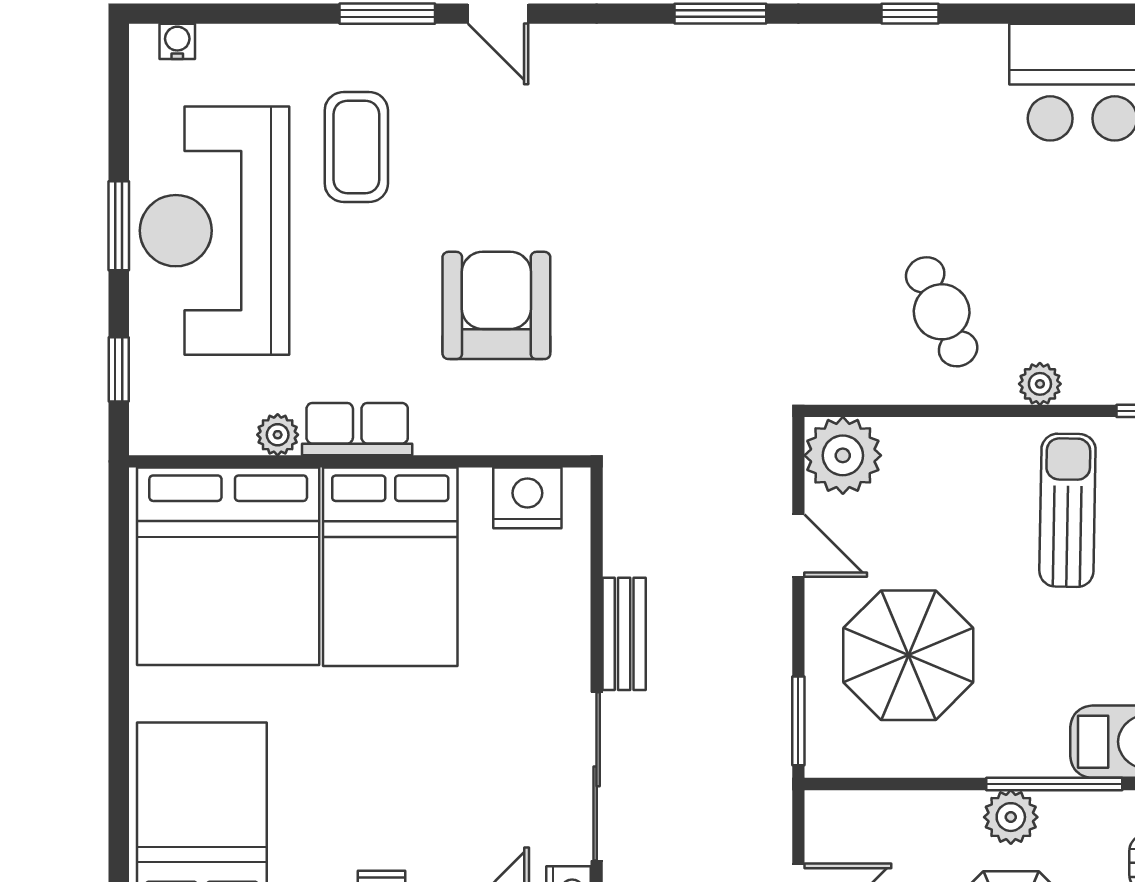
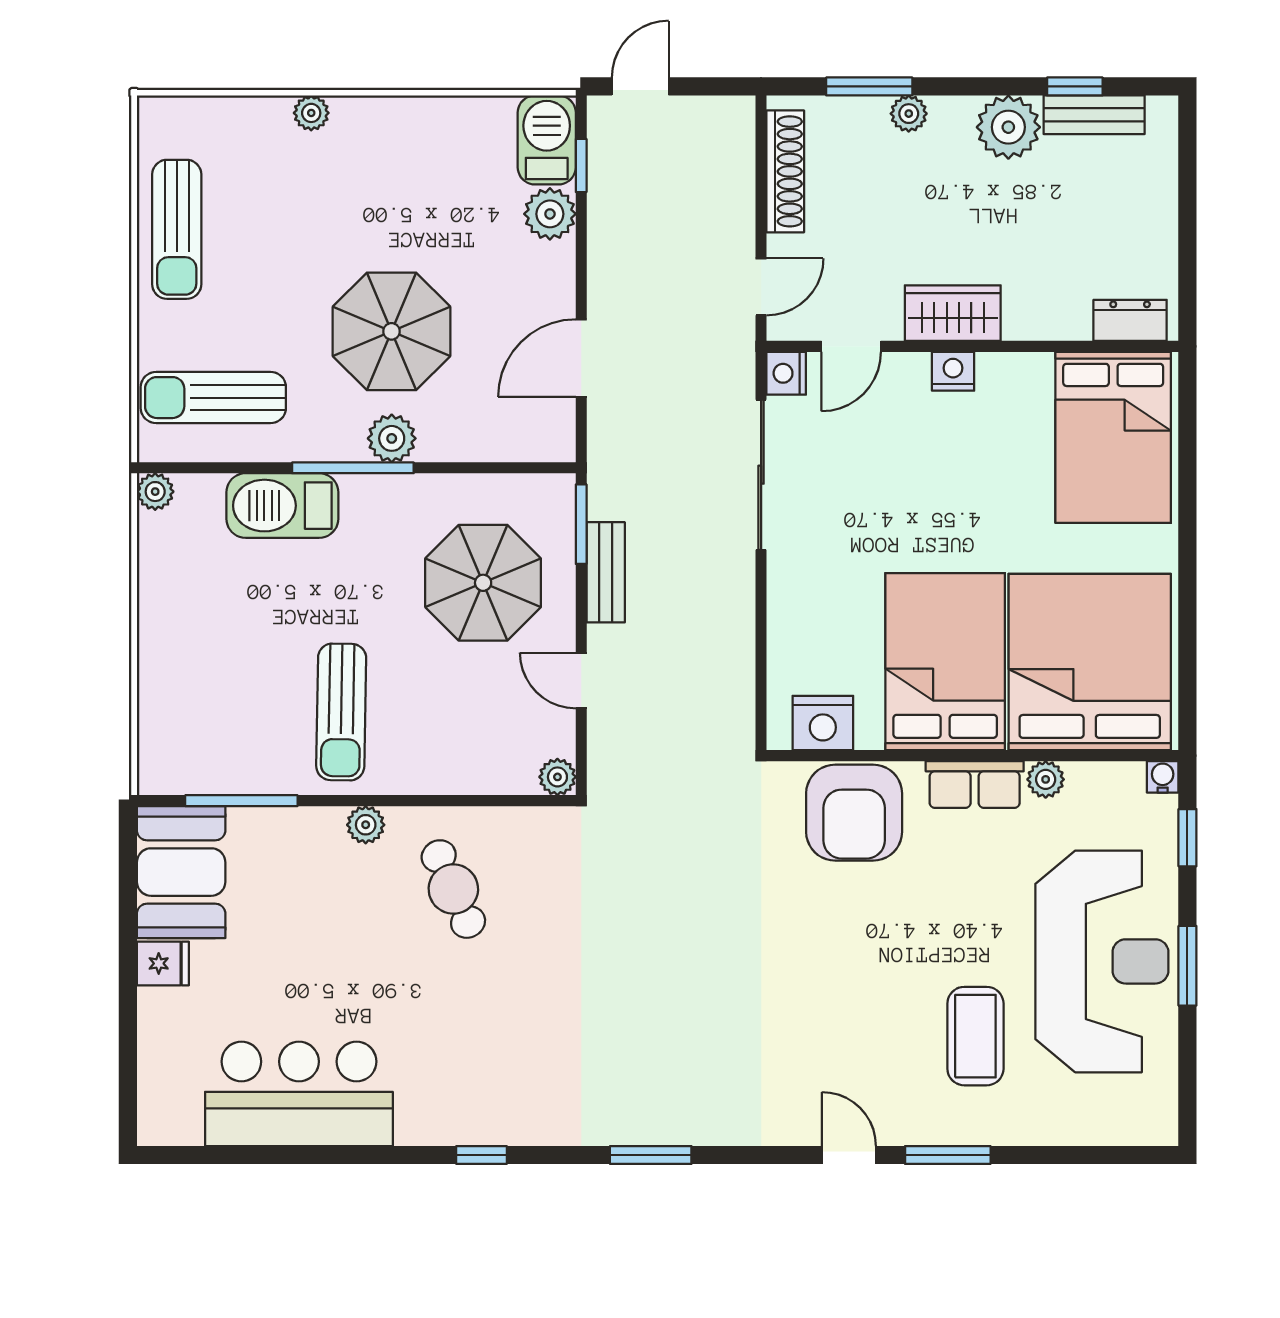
water cooler: (177, 41) -> (1163, 777), moved, turned 180
armchair: (496, 305) -> (854, 813), moved
plant: (843, 455) -> (557, 777), width x0.53, depth x0.53
bench: (624, 634) -> (606, 572), moved

